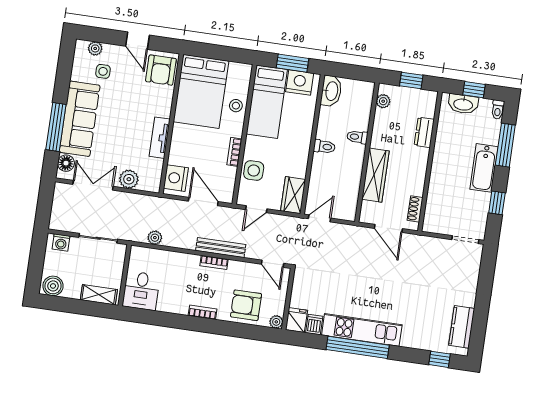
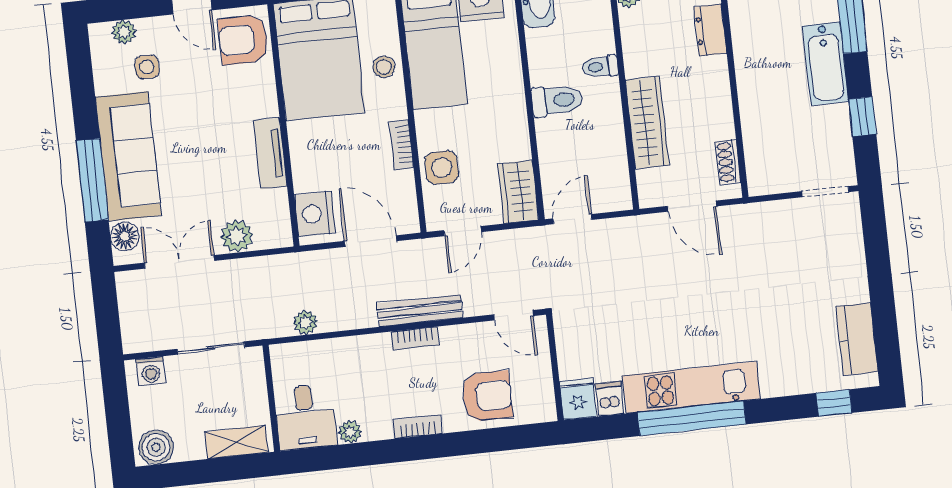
armchair: (161, 70) -> (243, 40), turned 90
toilet: (324, 147) -> (557, 100), width x1.37, depth x1.39
armchair: (246, 305) -> (487, 396), turned 180
plant: (276, 322) -> (350, 432), moved

